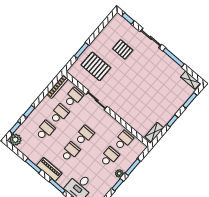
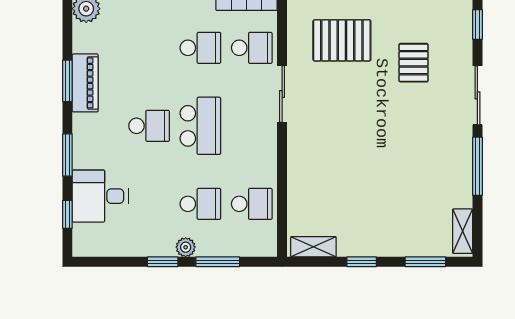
pallet: (96, 66) -> (342, 40), turned 90
school desk: (45, 130) -> (149, 48), removed
school desk: (84, 135) -> (200, 126), width x1.85
piano: (49, 169) -> (85, 83), moved

